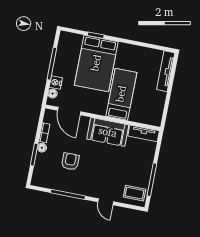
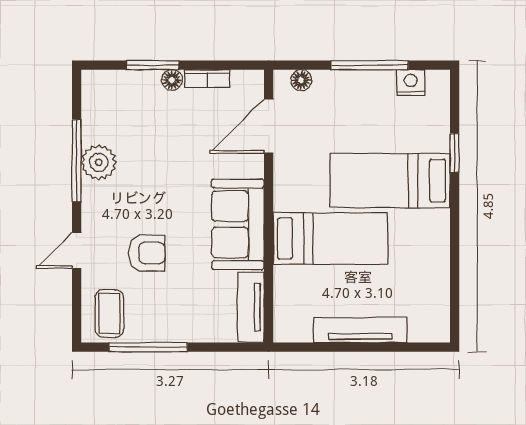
bed: (96, 63) -> (390, 181), width x0.67
tv unit: (166, 71) -> (360, 330), moved
nightstand: (56, 82) -> (411, 83), moved
armchair: (70, 161) -> (147, 253), moved
plant: (70, 185) -> (99, 162), added

